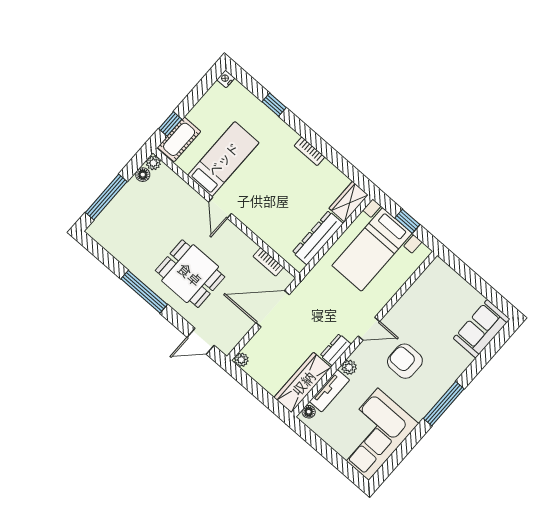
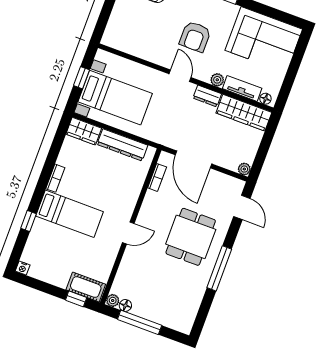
bed: (223, 159) -> (70, 214), moved, turned 180
window: (106, 197) -> (140, 322), moved

